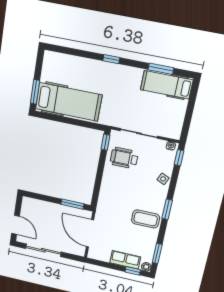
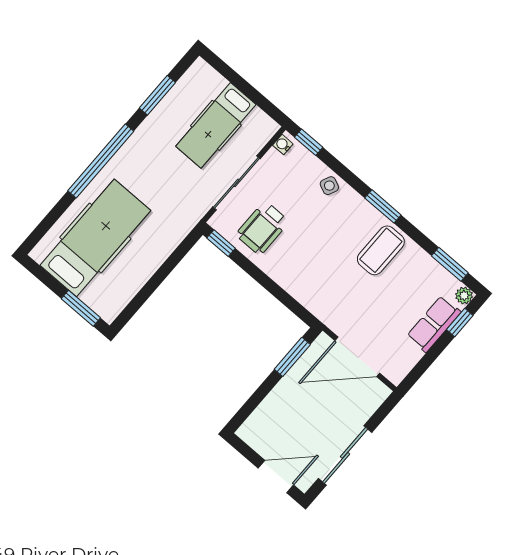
window: (111, 59) -> (101, 161), width x3.17
hospital bed: (167, 85) -> (216, 125), moved
hospital bed: (68, 102) -> (95, 238), moved

